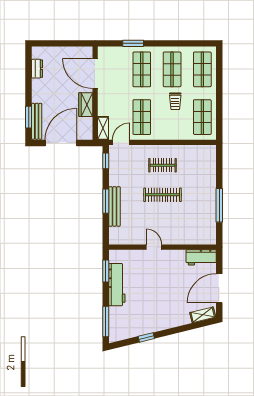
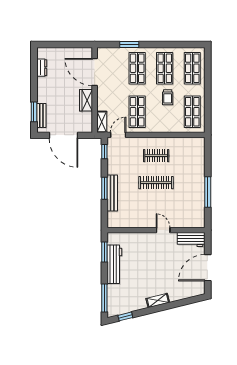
bench: (37, 121) -> (41, 116), width x0.73
door: (61, 143) -> (64, 135), swing flipped
door: (154, 247) -> (163, 230), moved
shelving: (203, 315) -> (158, 300), moved
window: (146, 337) -> (125, 316), moved

